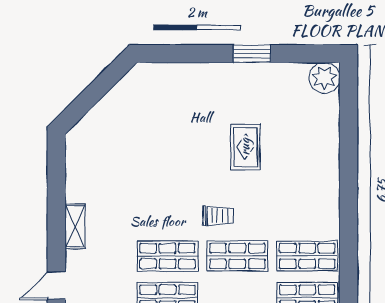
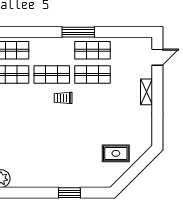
window: (252, 54) -> (69, 193), moved
rug: (245, 147) -> (116, 153), moved, turned 90

